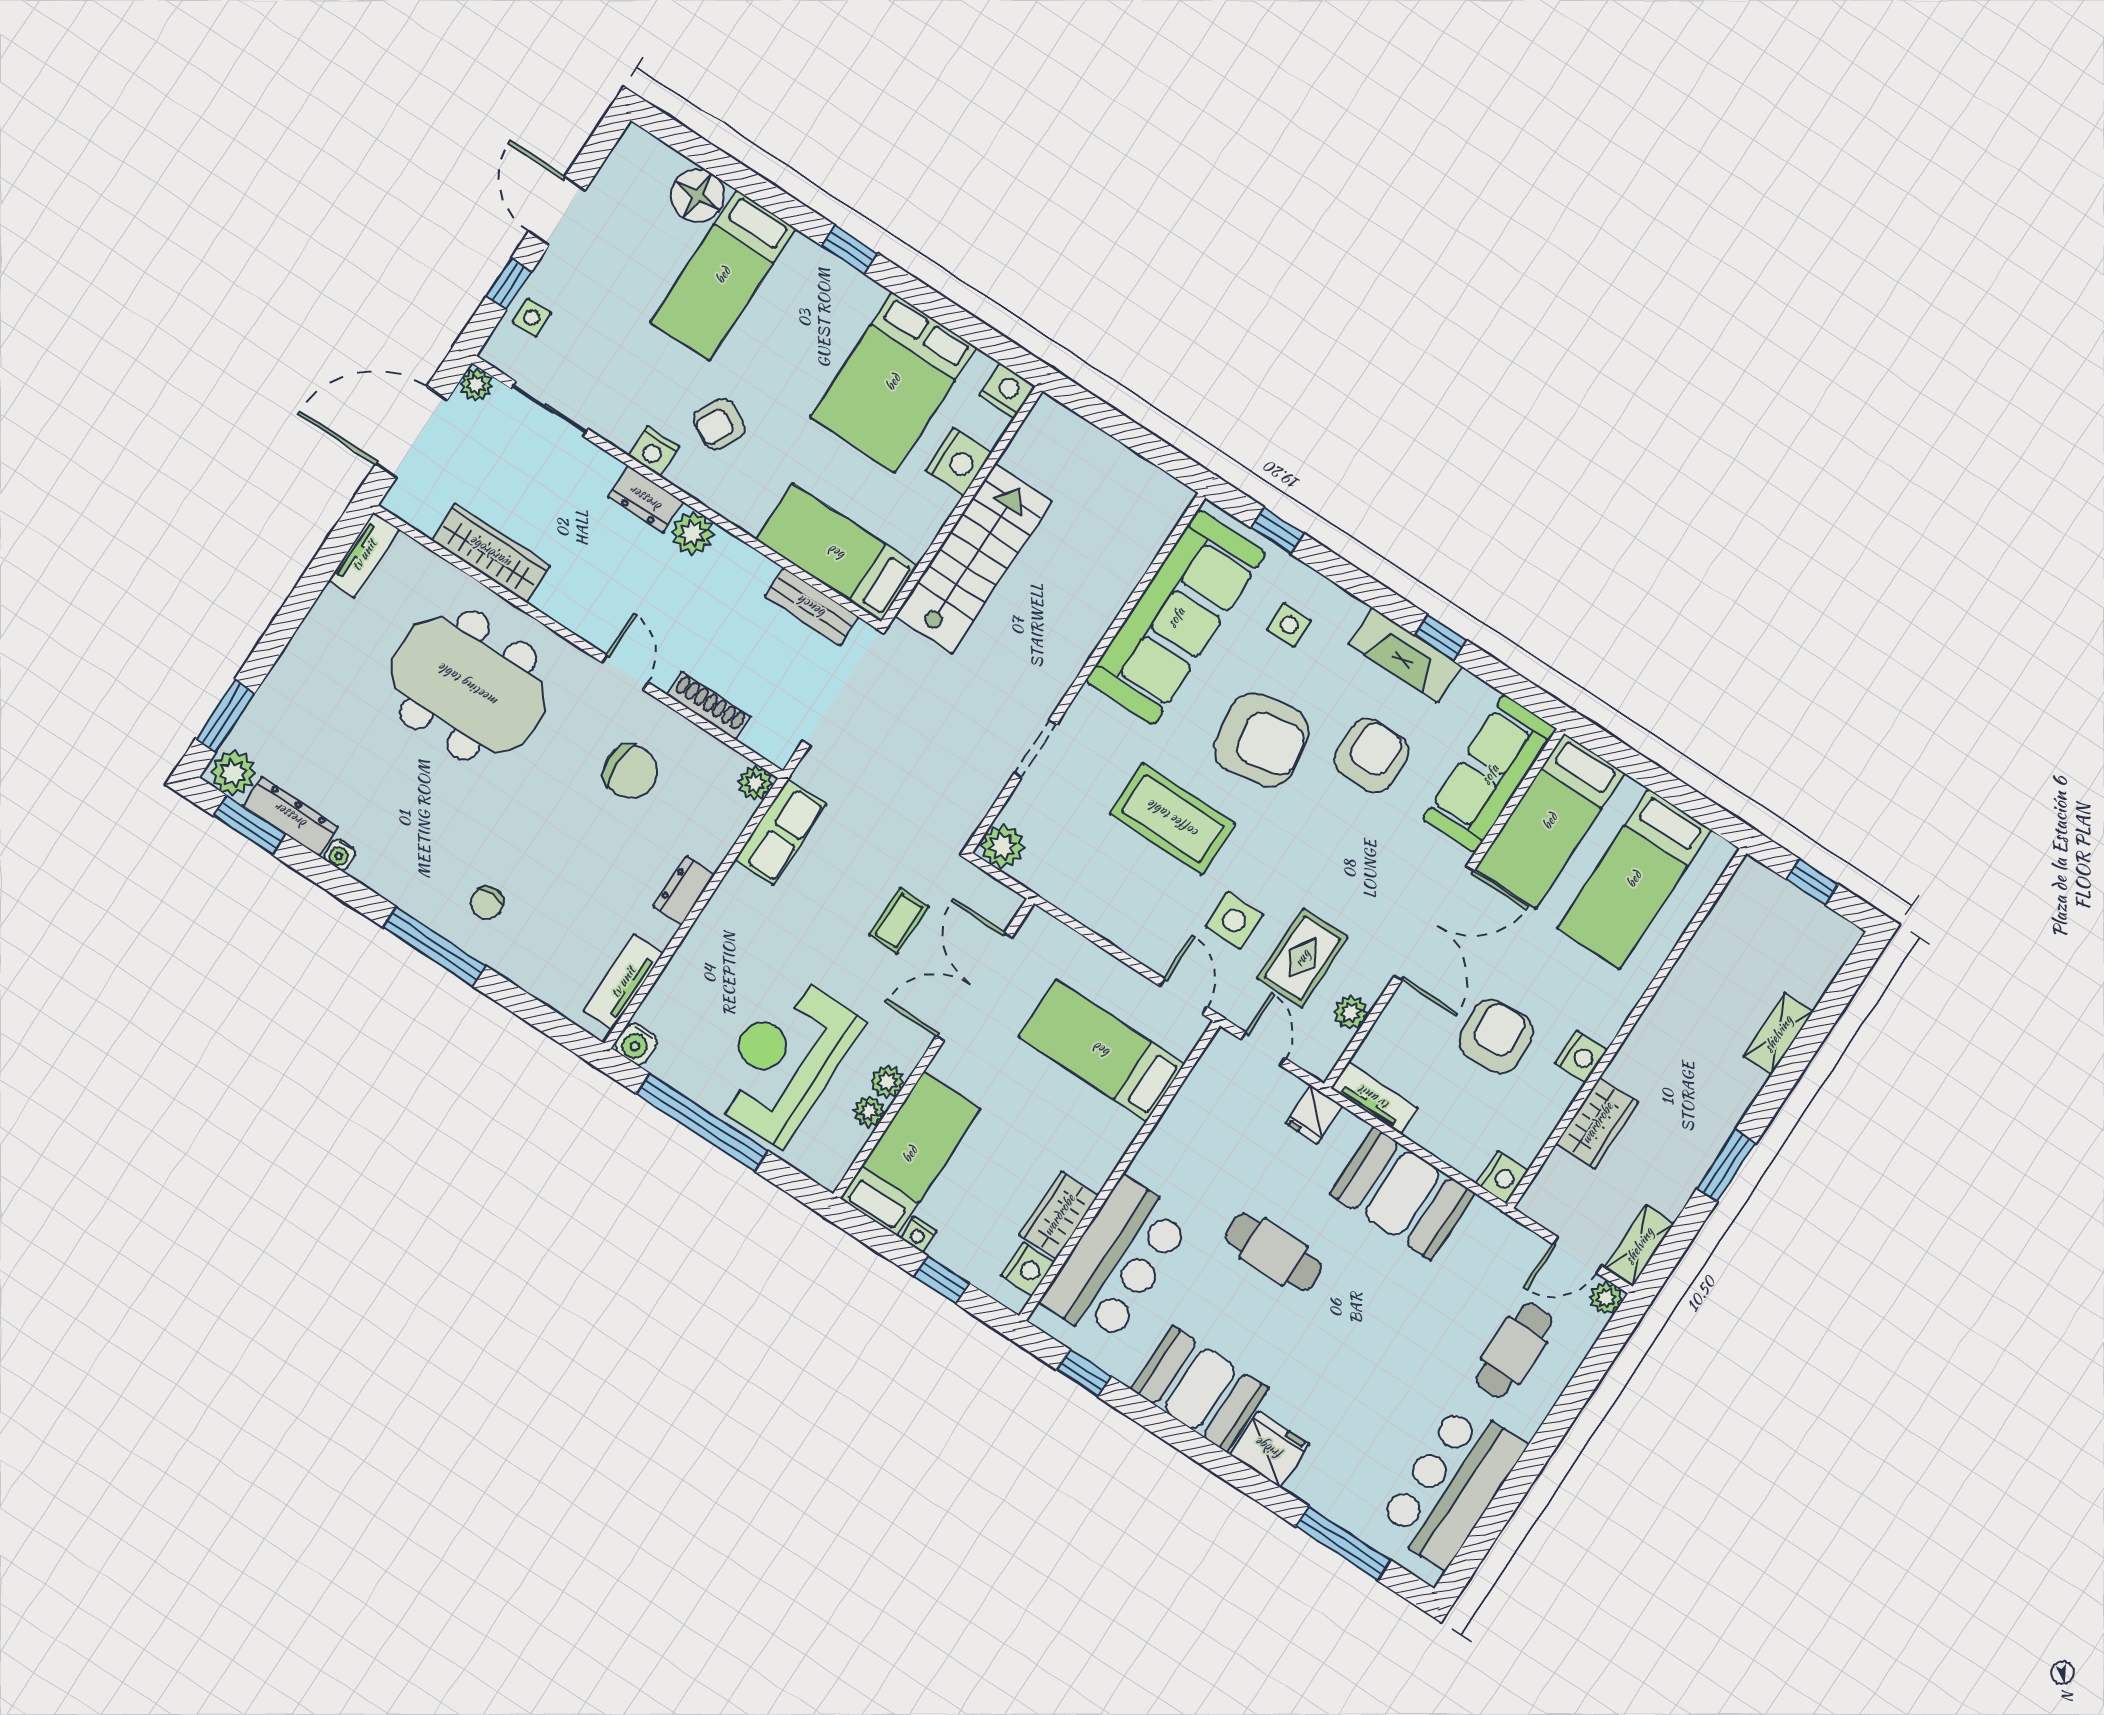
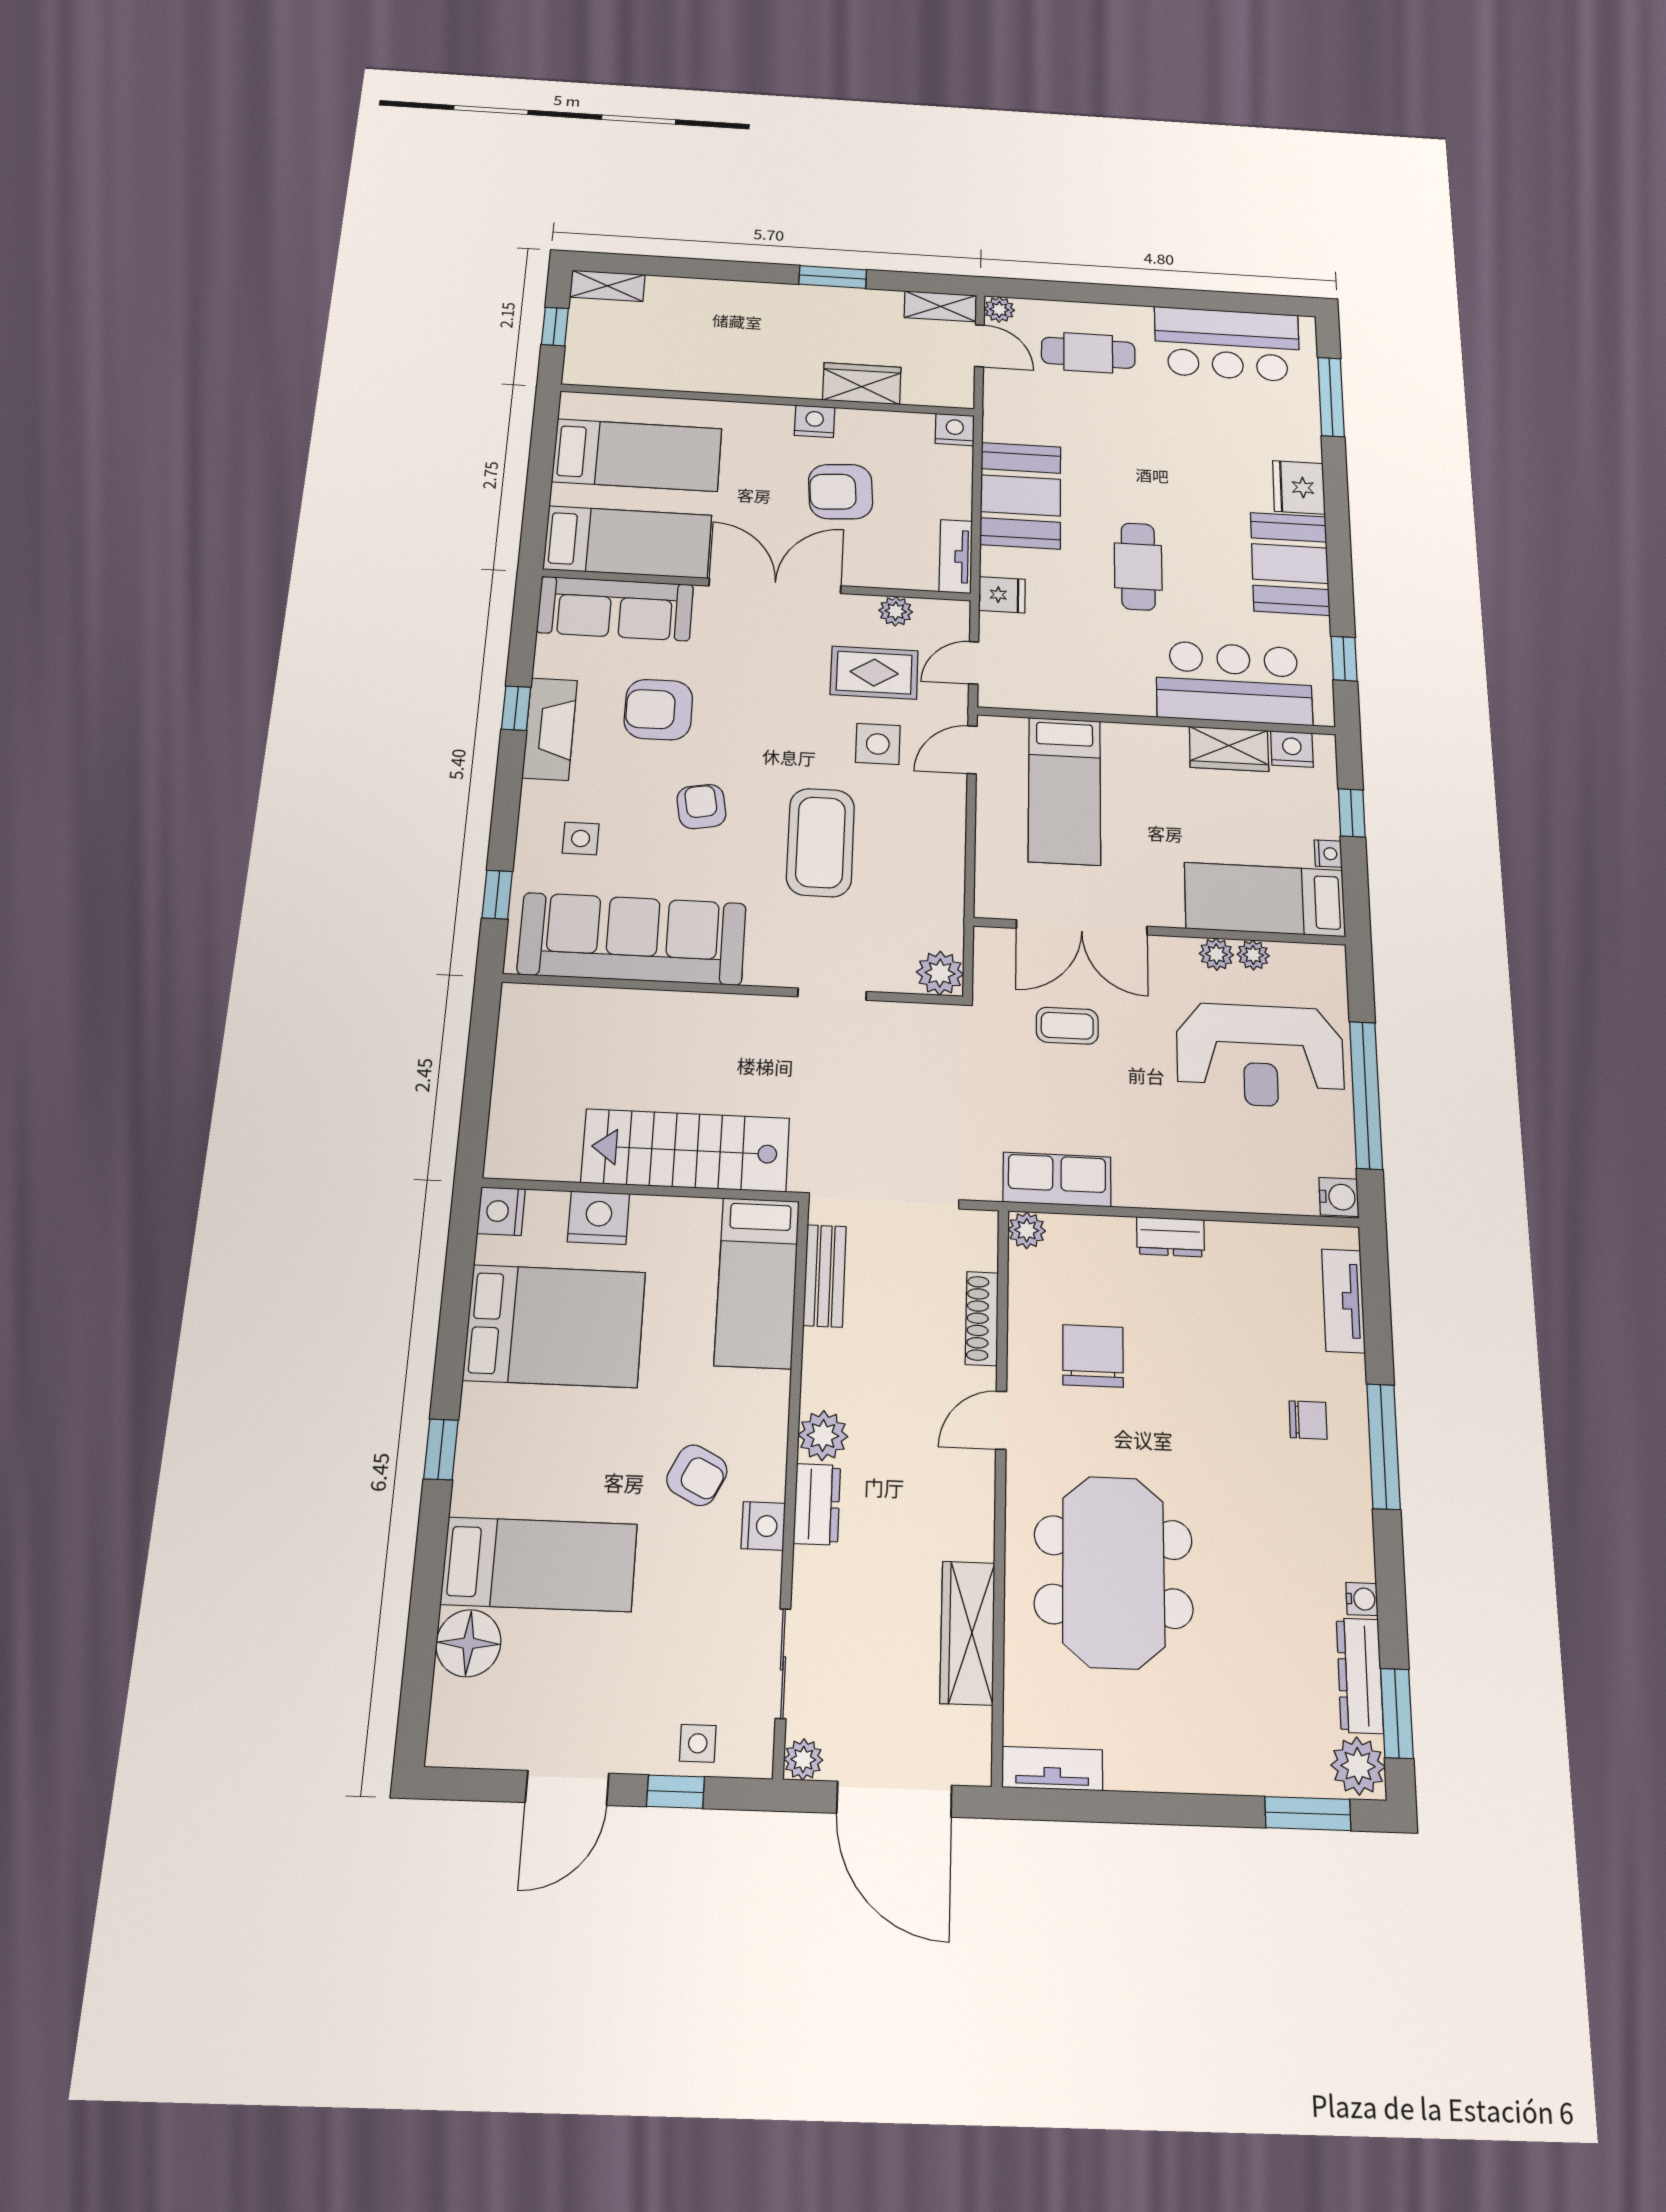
armchair: (1261, 740) -> (701, 807), width x0.53, depth x0.53
tv unit: (623, 982) -> (1343, 1301), moved, turned 90
shelving: (1778, 1034) -> (607, 286), moved

